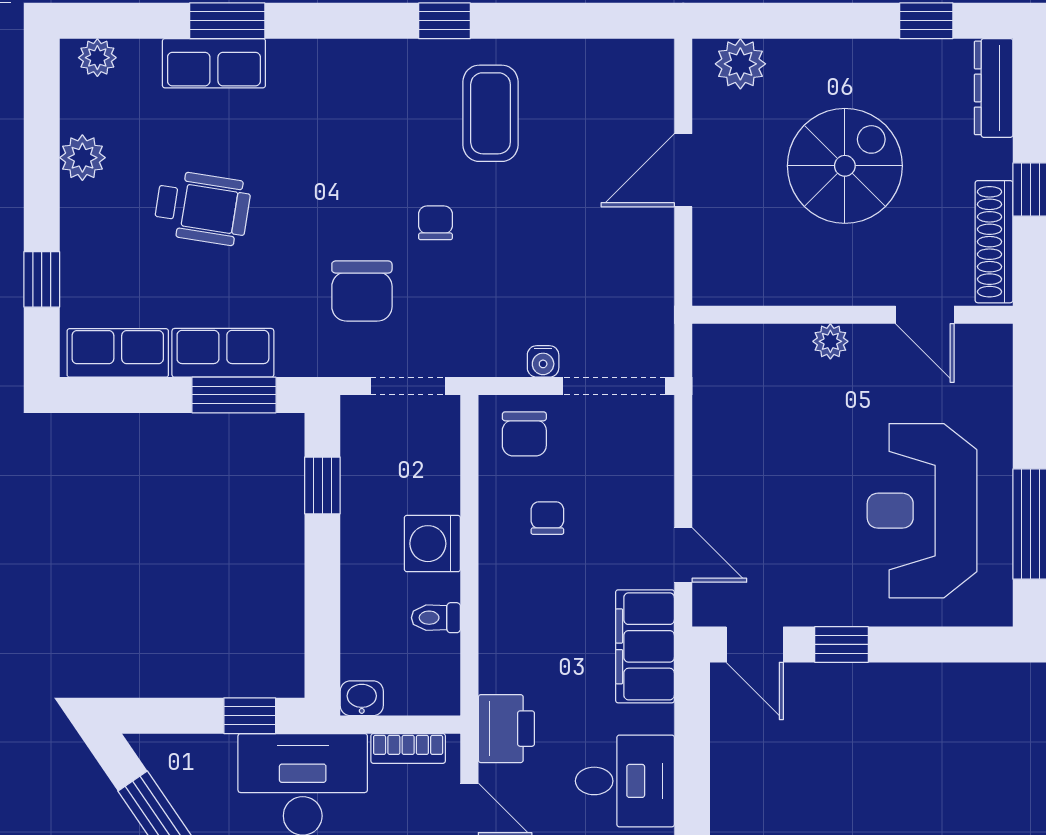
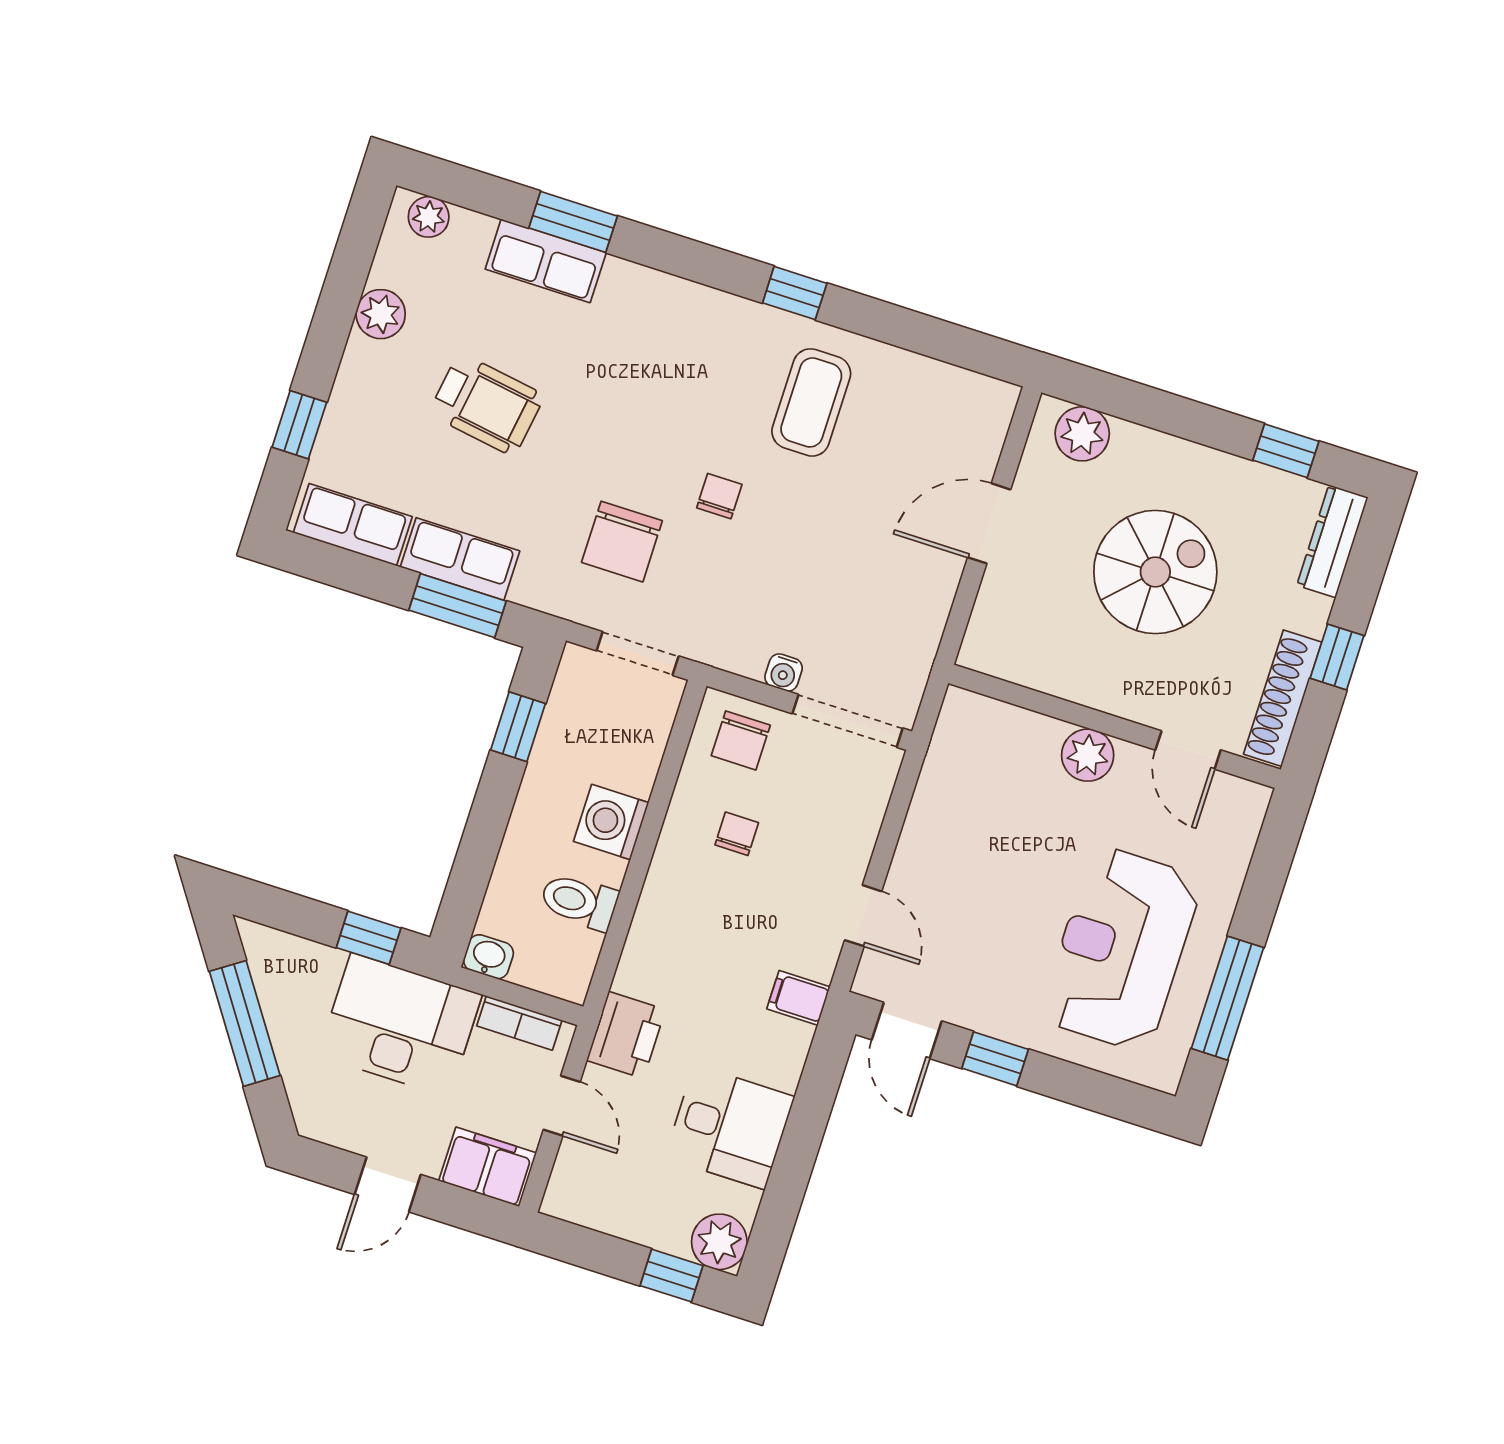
plant: (830, 341) -> (1088, 755), width x1.38, depth x1.38
toilet: (436, 618) -> (579, 901), width x1.37, depth x1.39
filing cabinet: (645, 646) -> (799, 998), width x0.33, depth x0.86

